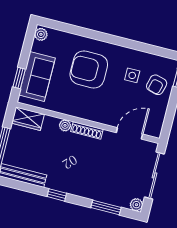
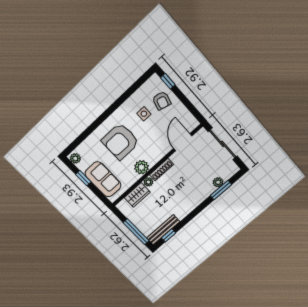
window: (19, 78) -> (83, 178), moved
plant: (76, 108) -> (141, 167), added
wardrobe: (28, 119) -> (137, 195), moved
window: (57, 195) -> (169, 235), moved
plant: (136, 205) -> (218, 182), moved

